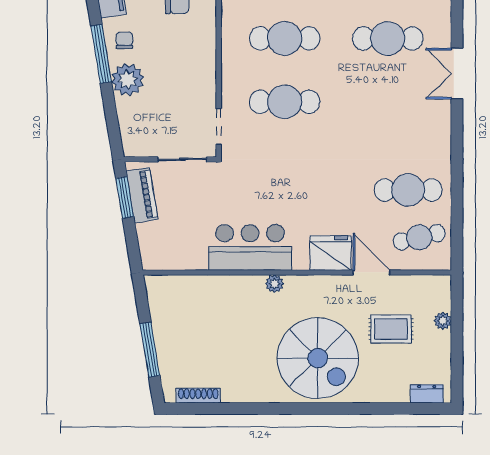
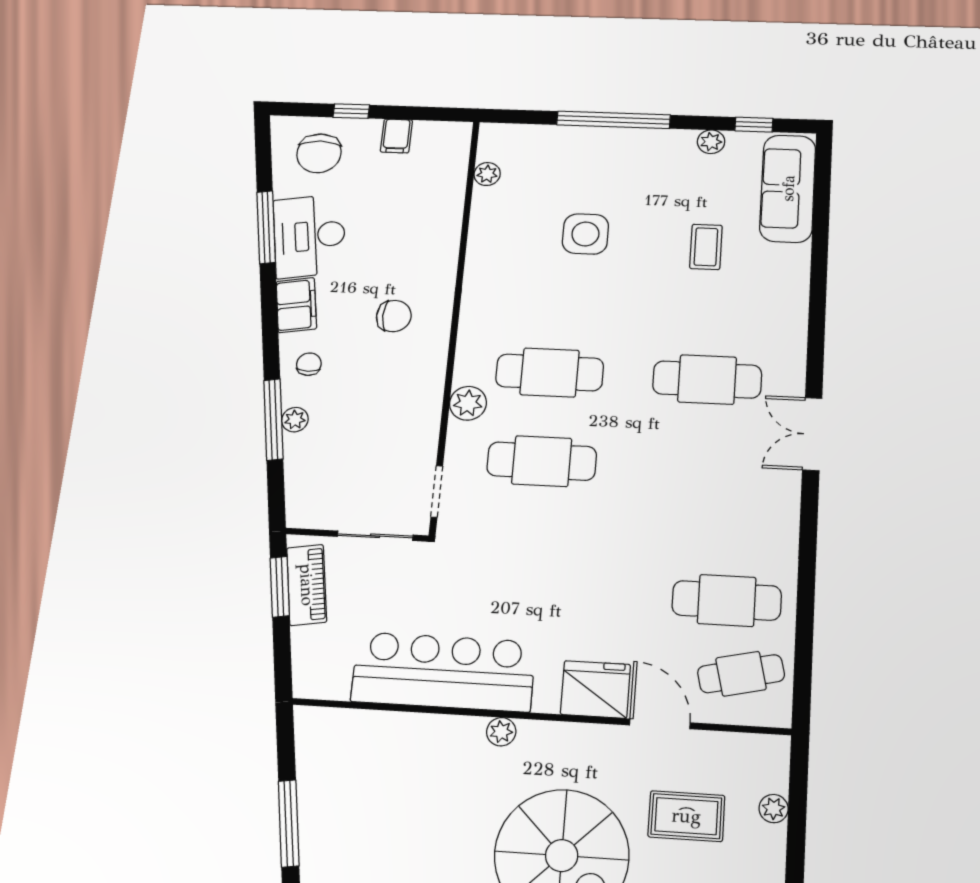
window: (101, 54) -> (273, 420), moved
plant: (233, 63) -> (468, 403), added
plant: (128, 80) -> (295, 420), width x0.53, depth x0.53
bar counter: (250, 247) -> (443, 672), width x1.36

